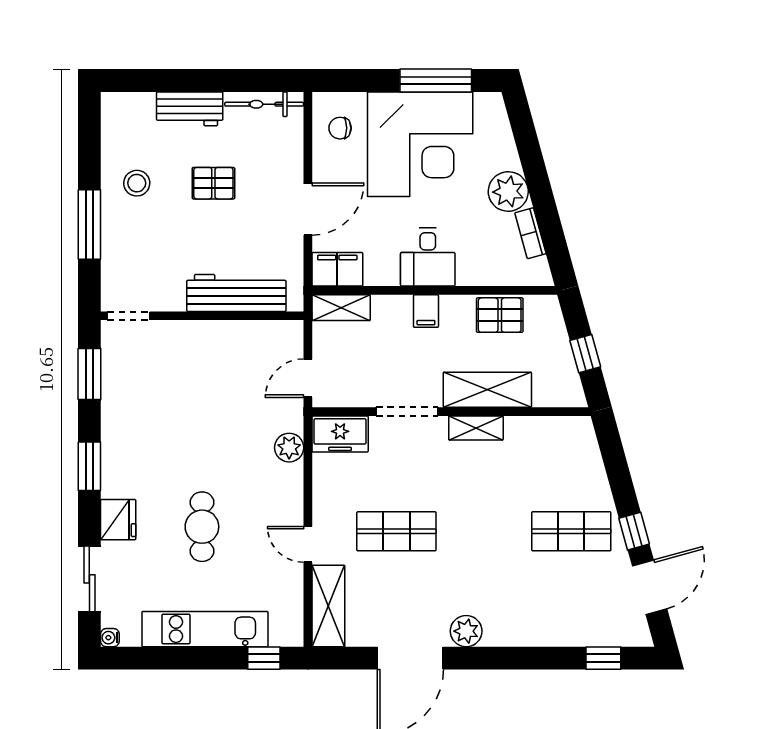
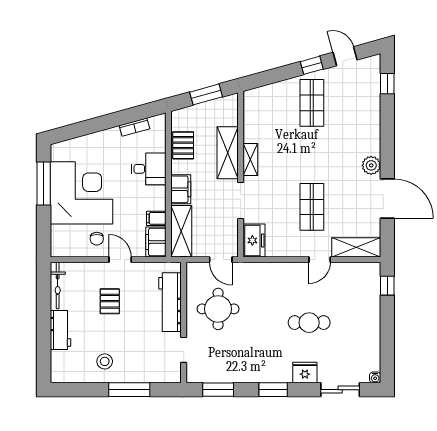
chair: (340, 128) -> (97, 239), moved
pallet: (213, 183) -> (110, 301), moved
plant: (508, 192) -> (110, 140), removed
door: (308, 209) -> (120, 260), width x0.73
desk: (428, 257) -> (149, 169), moved
filing cabinet: (377, 270) -> (156, 218), added
shelving: (341, 308) -> (181, 231), width x1.50, depth x1.33
filing cabinet: (426, 311) -> (181, 189), width x2.00
doorway: (129, 316) -> (184, 350), moved
window: (585, 354) -> (206, 94), width x1.50
round table: (225, 374) -> (218, 309), added
plant: (289, 448) -> (262, 271), removed
door: (650, 587) -> (345, 56), width x0.73
kitchen unit: (205, 629) -> (370, 321), removed

